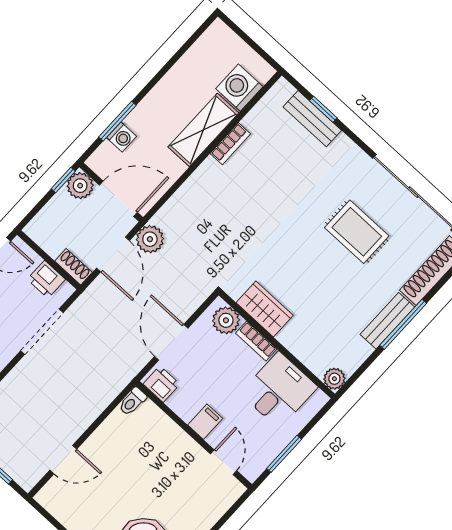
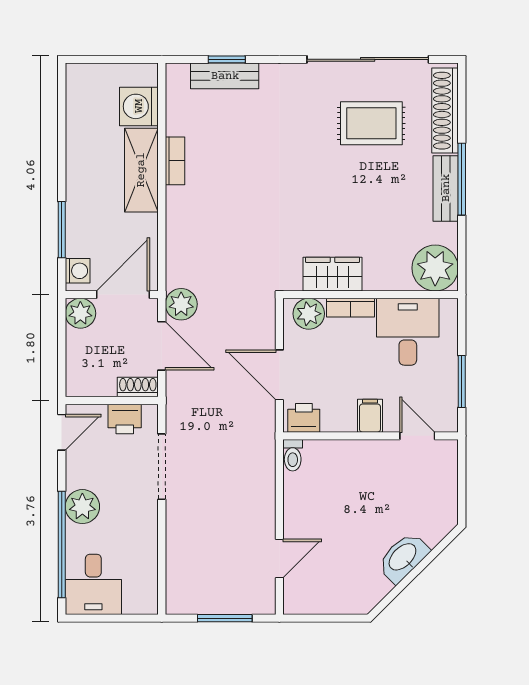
washing machine: (122, 137) -> (78, 271), moved
window: (63, 180) -> (62, 322), removed
rug: (357, 232) -> (371, 123), moved
plant: (334, 379) -> (435, 268), width x1.87, depth x1.87

